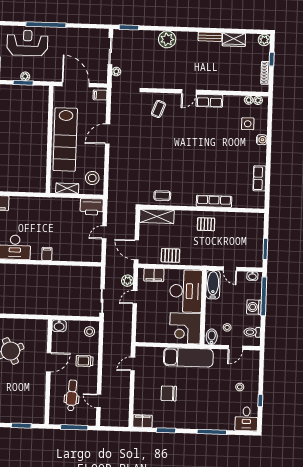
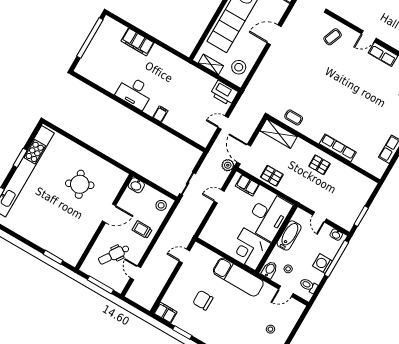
plant: (127, 281) -> (228, 165), moved
bathtub: (213, 285) -> (289, 235), moved
dental chair: (72, 395) -> (114, 255), turned -149

